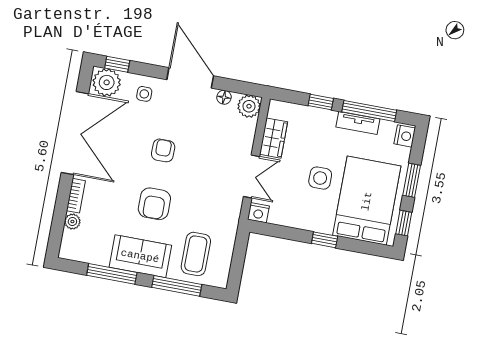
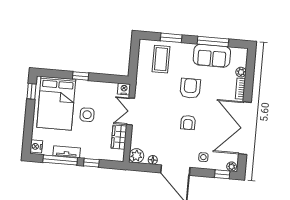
plant: (107, 82) -> (232, 167), width x0.53, depth x0.53
window: (412, 180) -> (29, 119), removed
sofa: (140, 256) -> (212, 56), moved
window: (177, 286) -> (171, 38), width x0.69

